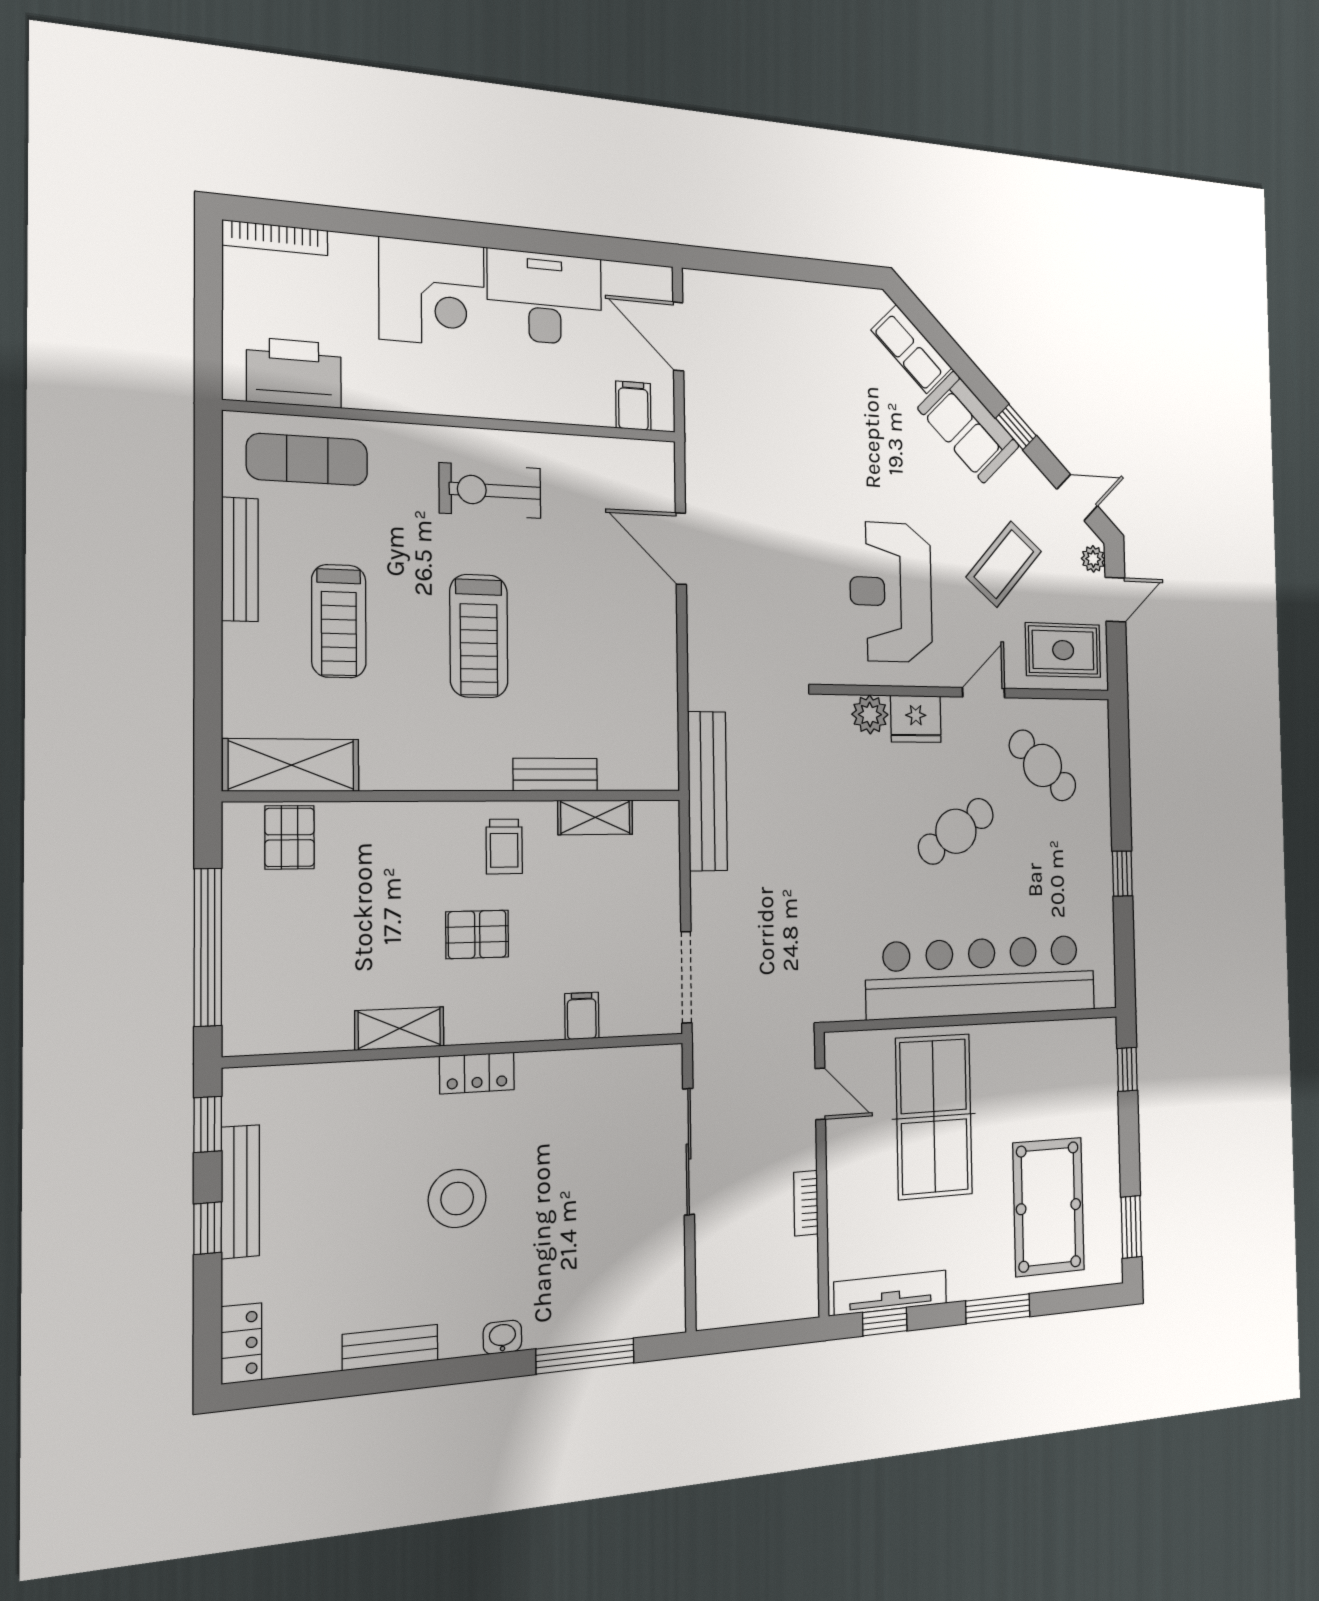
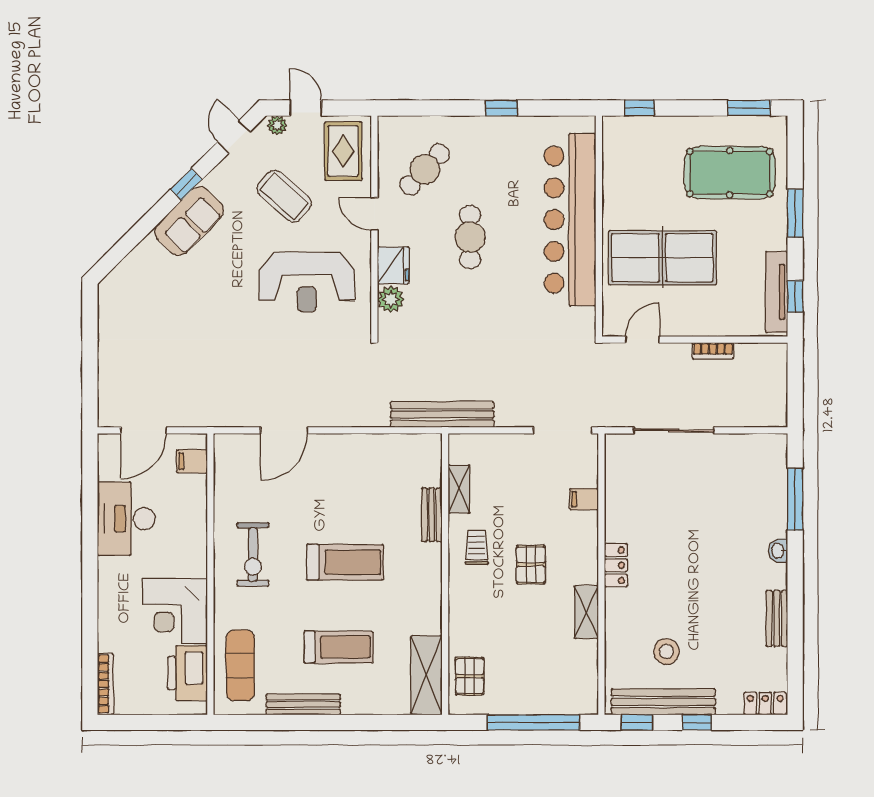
corner desk: (432, 293) -> (175, 611), moved, turned 180
row of seats: (912, 349) -> (138, 263), removed
cafe table: (956, 831) -> (470, 237), turned 33
pallet: (290, 837) -> (470, 676), turned 90
trolley: (504, 846) -> (477, 547), turned -90
bench: (240, 1192) -> (663, 702), width x1.37, depth x1.21
stool: (457, 1198) -> (666, 651), moved, width x0.73, depth x0.73

